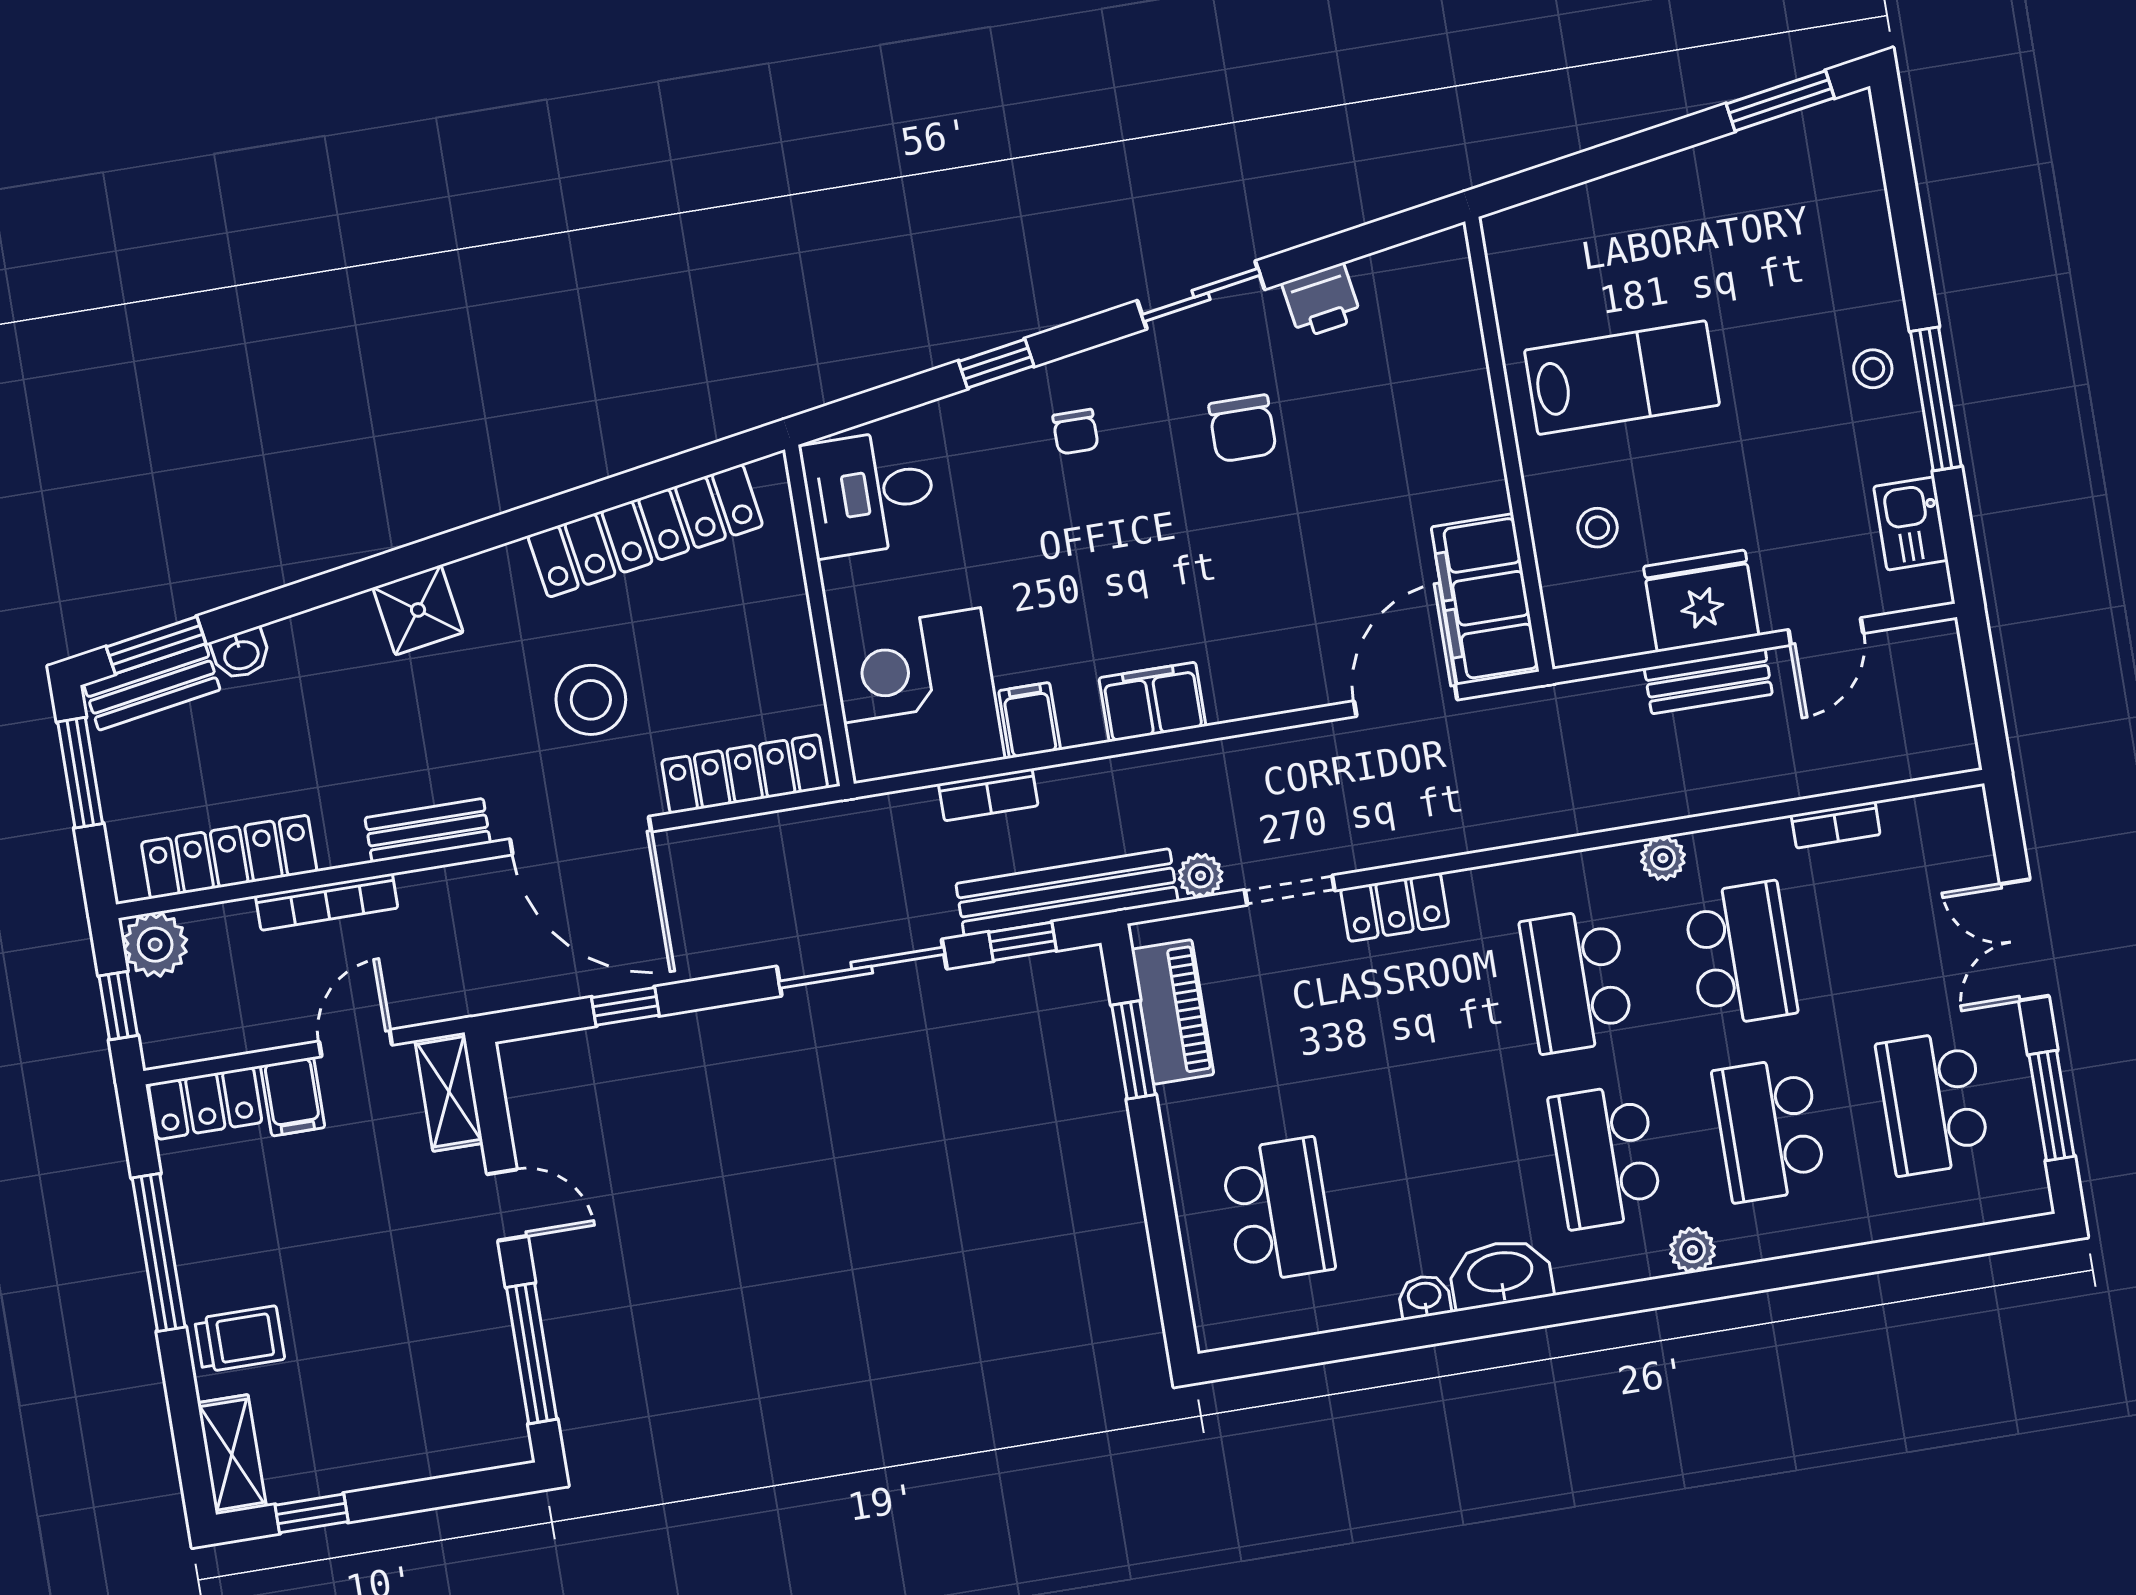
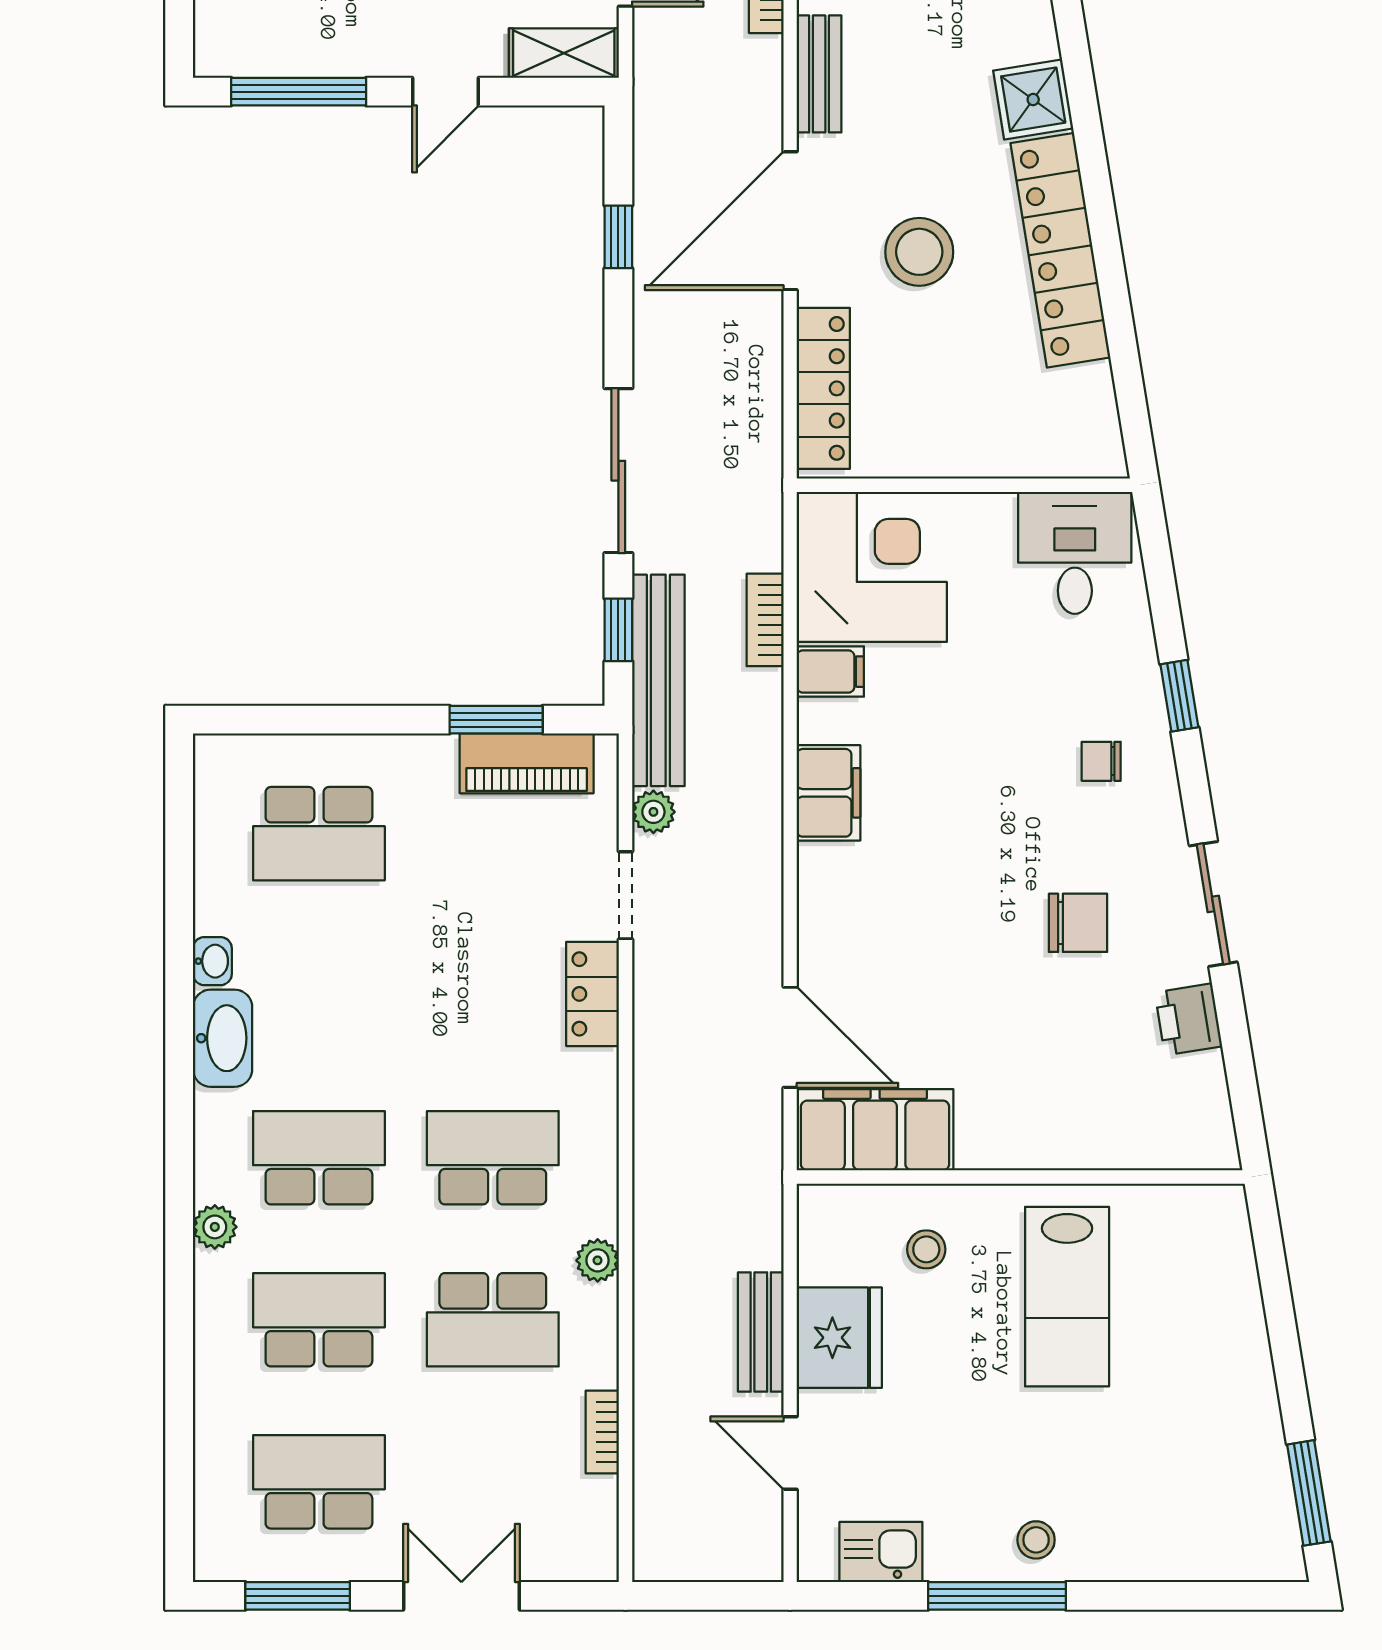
chair: (1242, 428) -> (1078, 923), turned 180
locker: (645, 531) -> (1061, 250), moved

